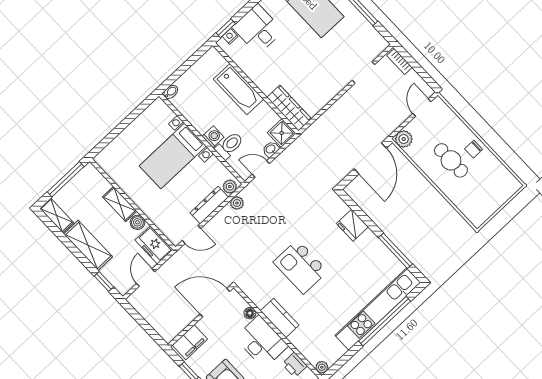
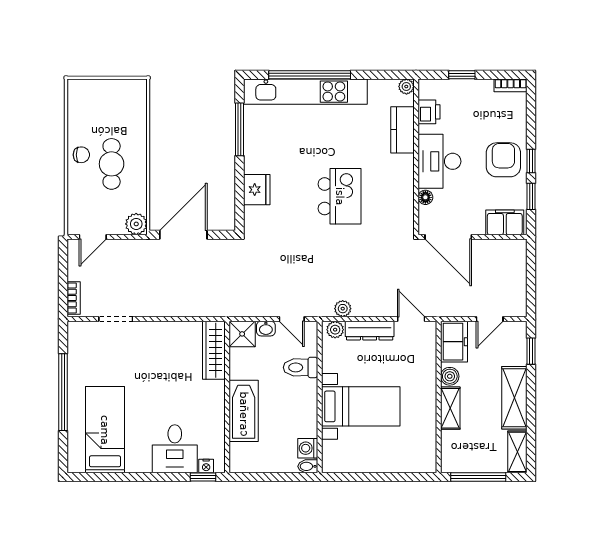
washing machine: (213, 137) -> (308, 448), moved
kitchen counter: (280, 318) -> (402, 130), moved

